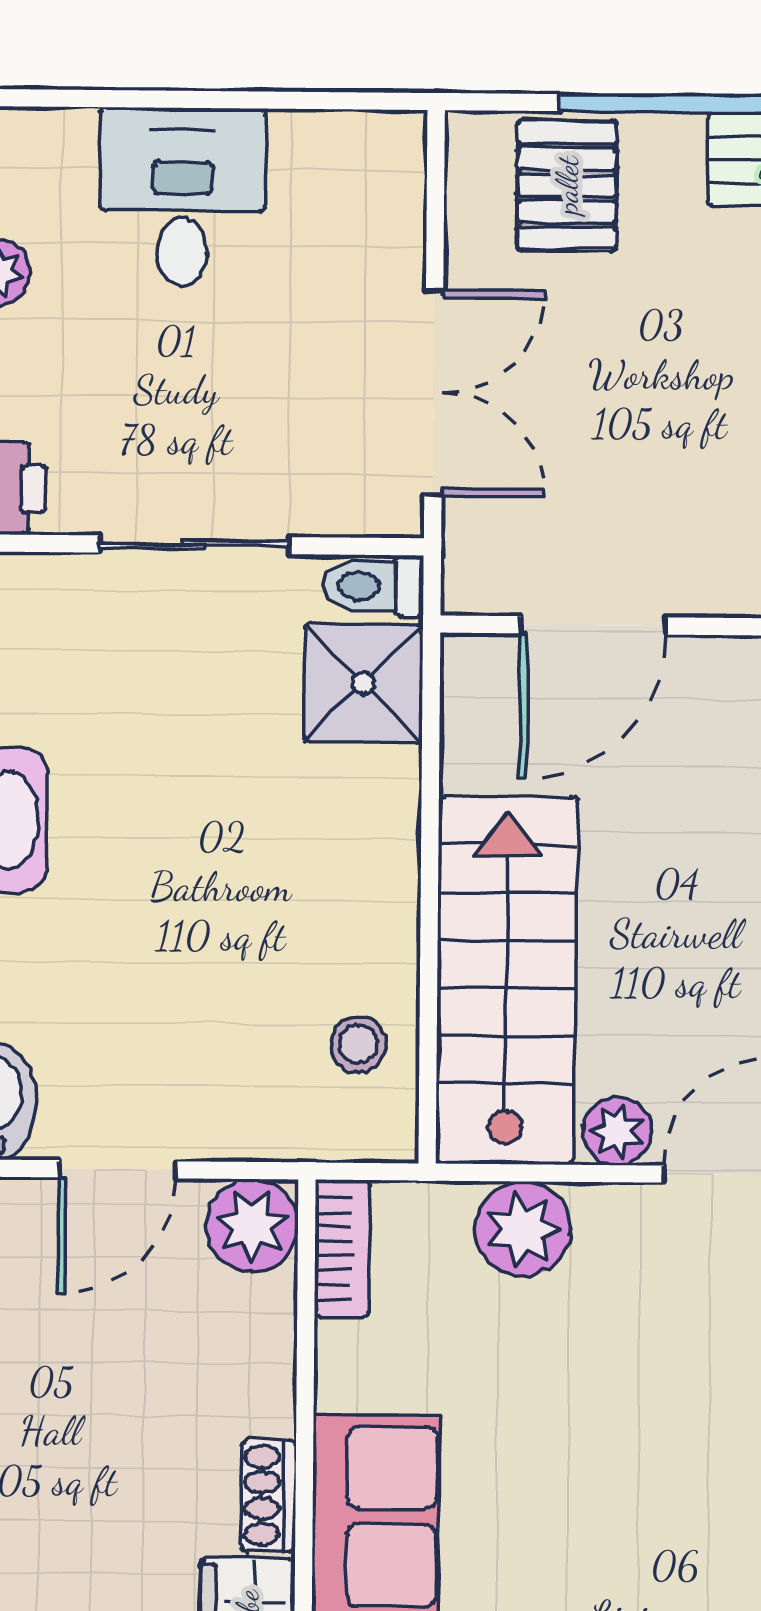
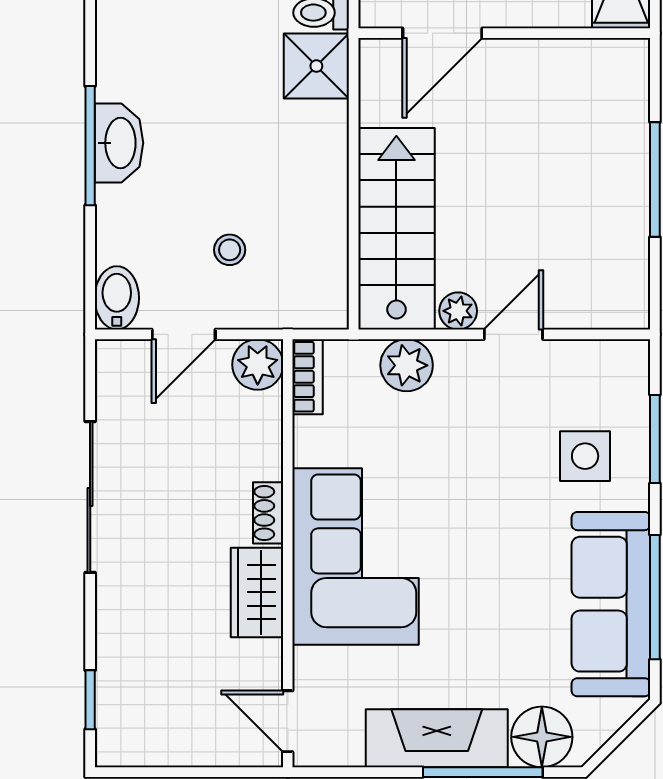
stool: (358, 1044) -> (230, 250), moved

